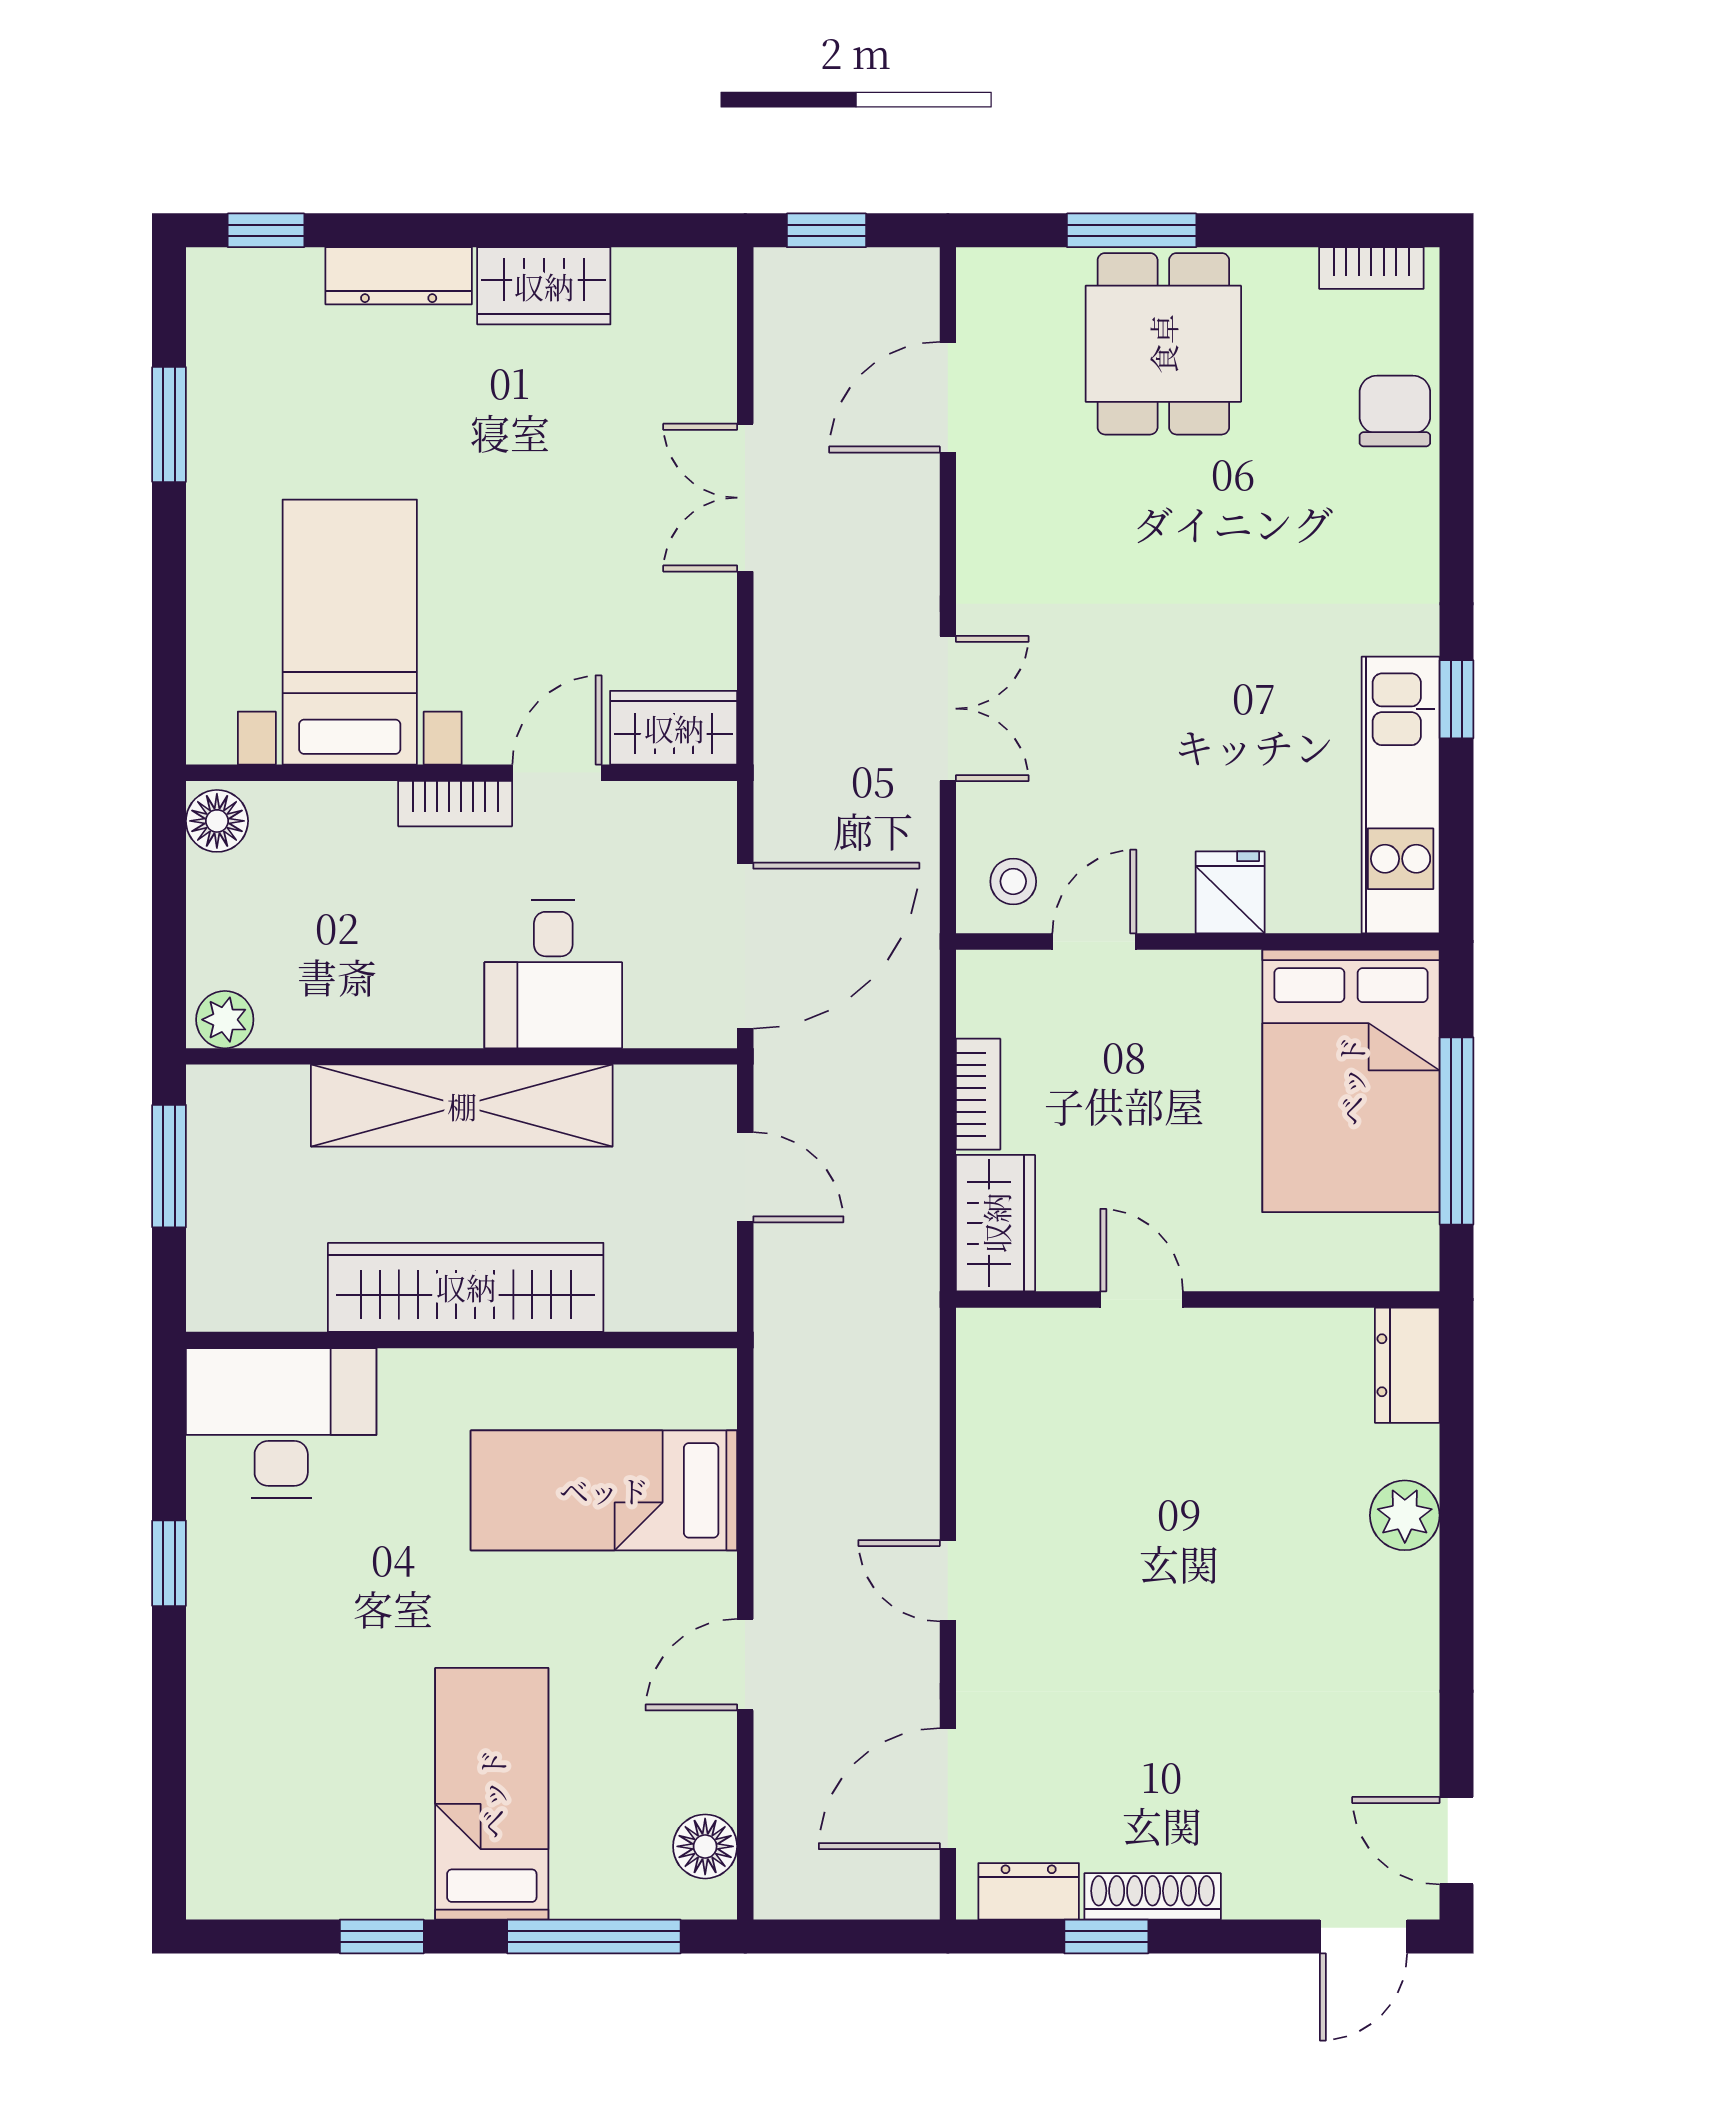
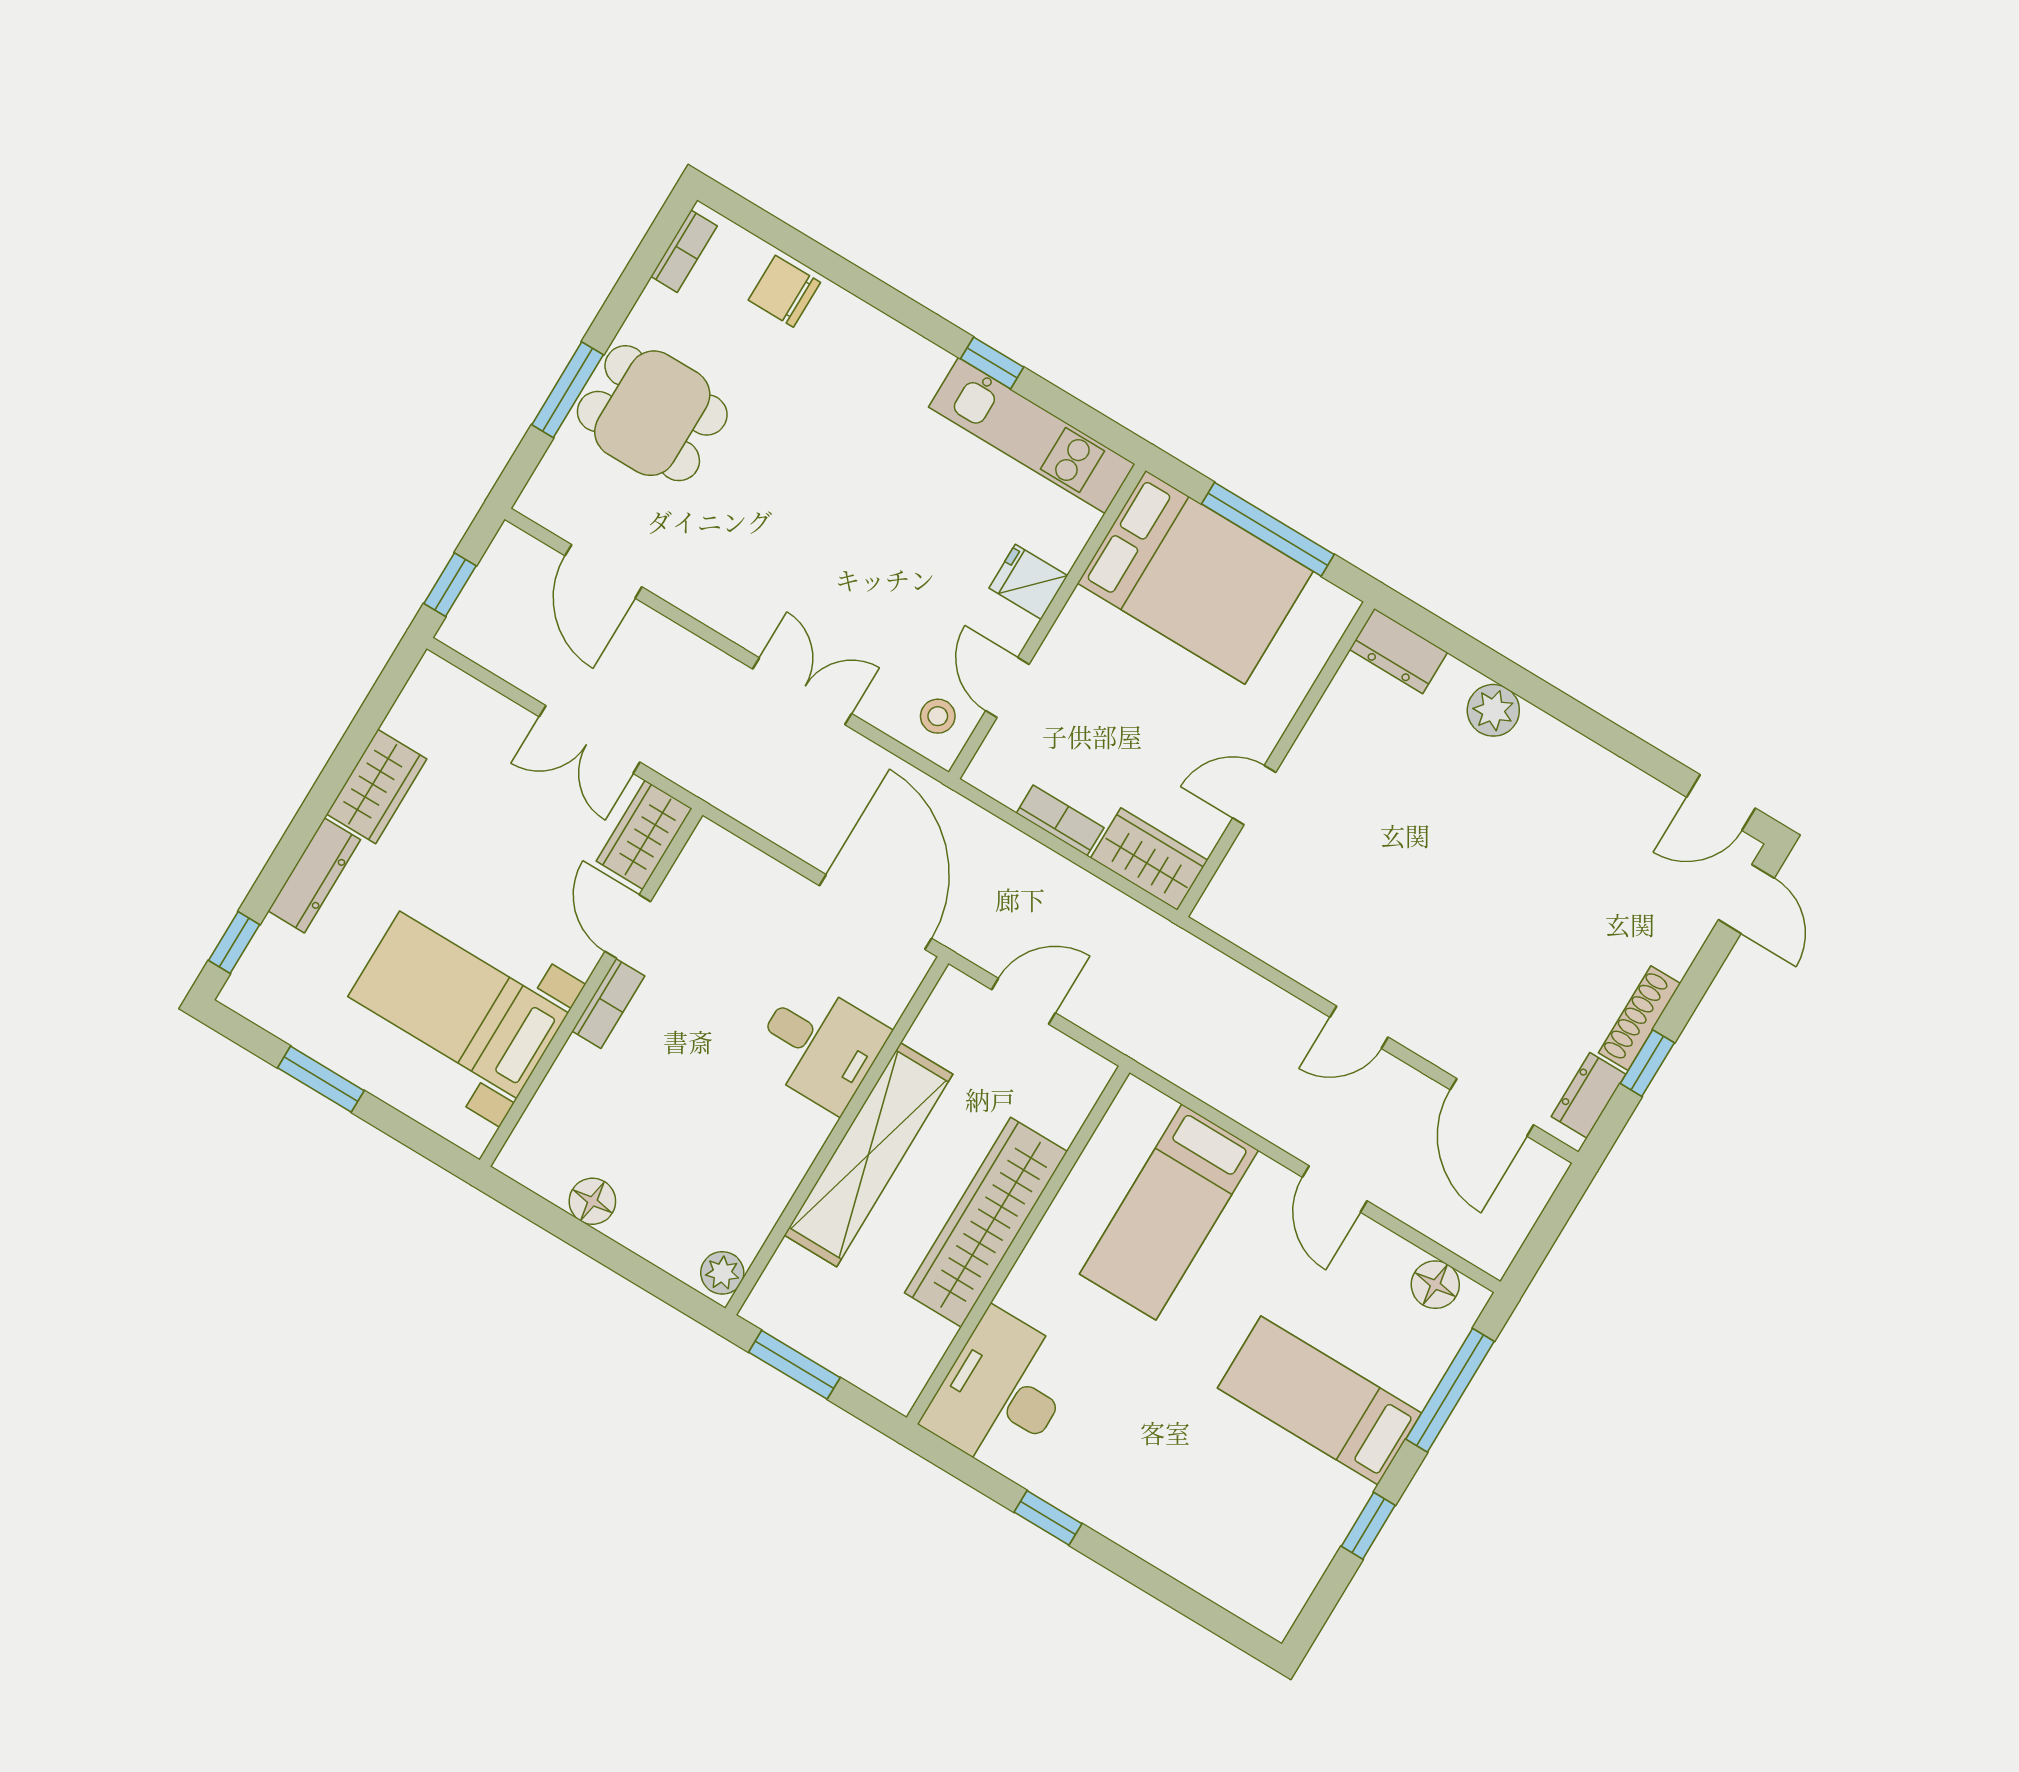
bed with nightstands: (350, 632) -> (458, 1005), moved
wardrobe: (674, 728) -> (644, 835), moved
wall: (462, 773) -> (591, 988), moved
door: (557, 773) -> (628, 927), moved
bookcase: (455, 804) -> (608, 1004), moved

